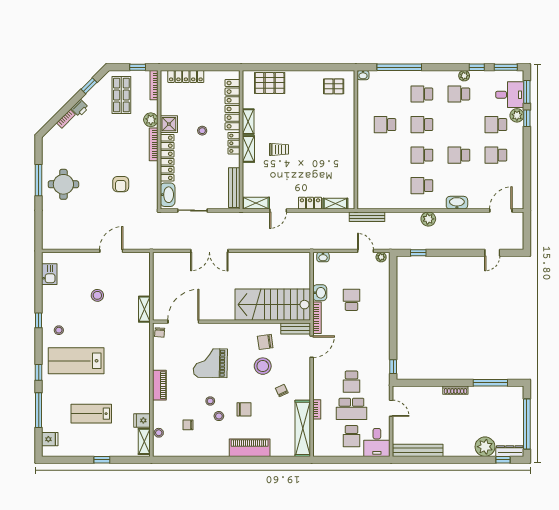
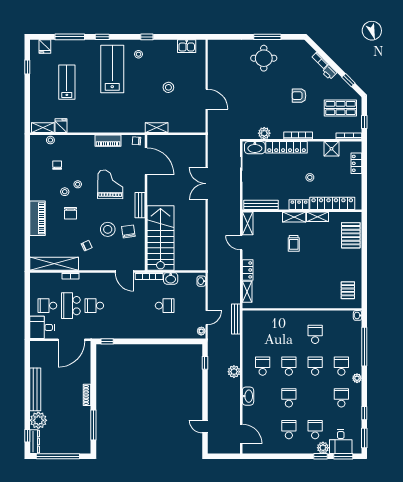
plant: (464, 76) -> (357, 378), moved
locker: (186, 77) -> (356, 163), width x0.66
plant: (151, 120) -> (264, 133), moved
shower: (169, 124) -> (331, 149), moved
armchair: (121, 184) -> (299, 96), moved
bench: (296, 328) -> (140, 205), moved
piano: (159, 385) -> (108, 141), moved
door: (391, 408) -> (71, 340), width x1.87
bench: (418, 450) -> (35, 389), moved
window: (102, 460) -> (27, 67), moved

